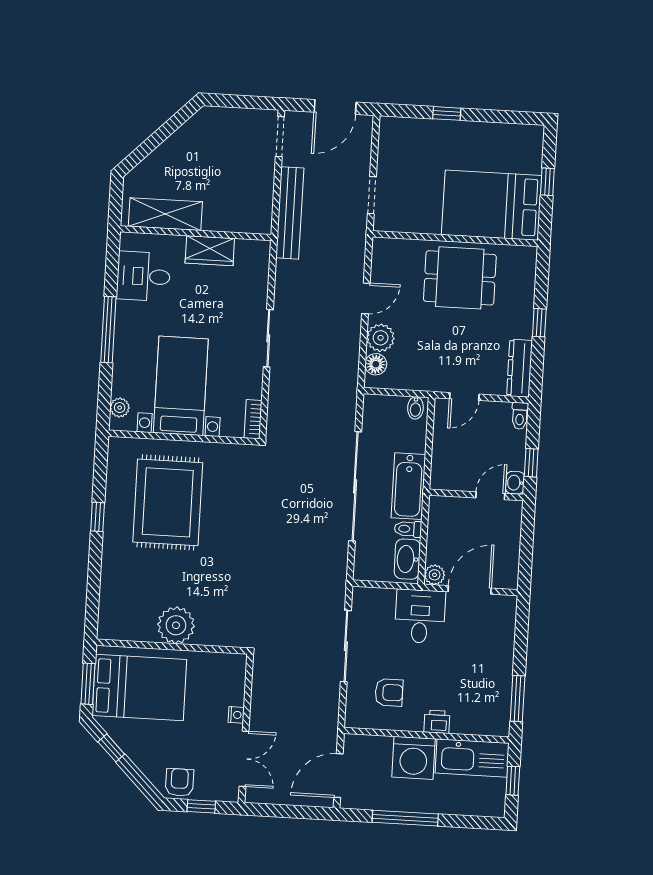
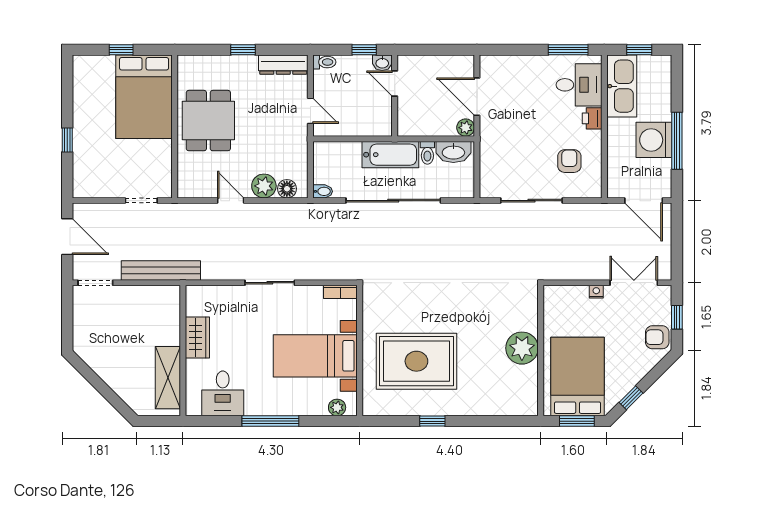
bidet: (415, 408) -> (323, 191), moved
desk: (420, 616) -> (579, 85), moved, turned 180
washing machine: (414, 758) -> (654, 140), moved, turned 180

